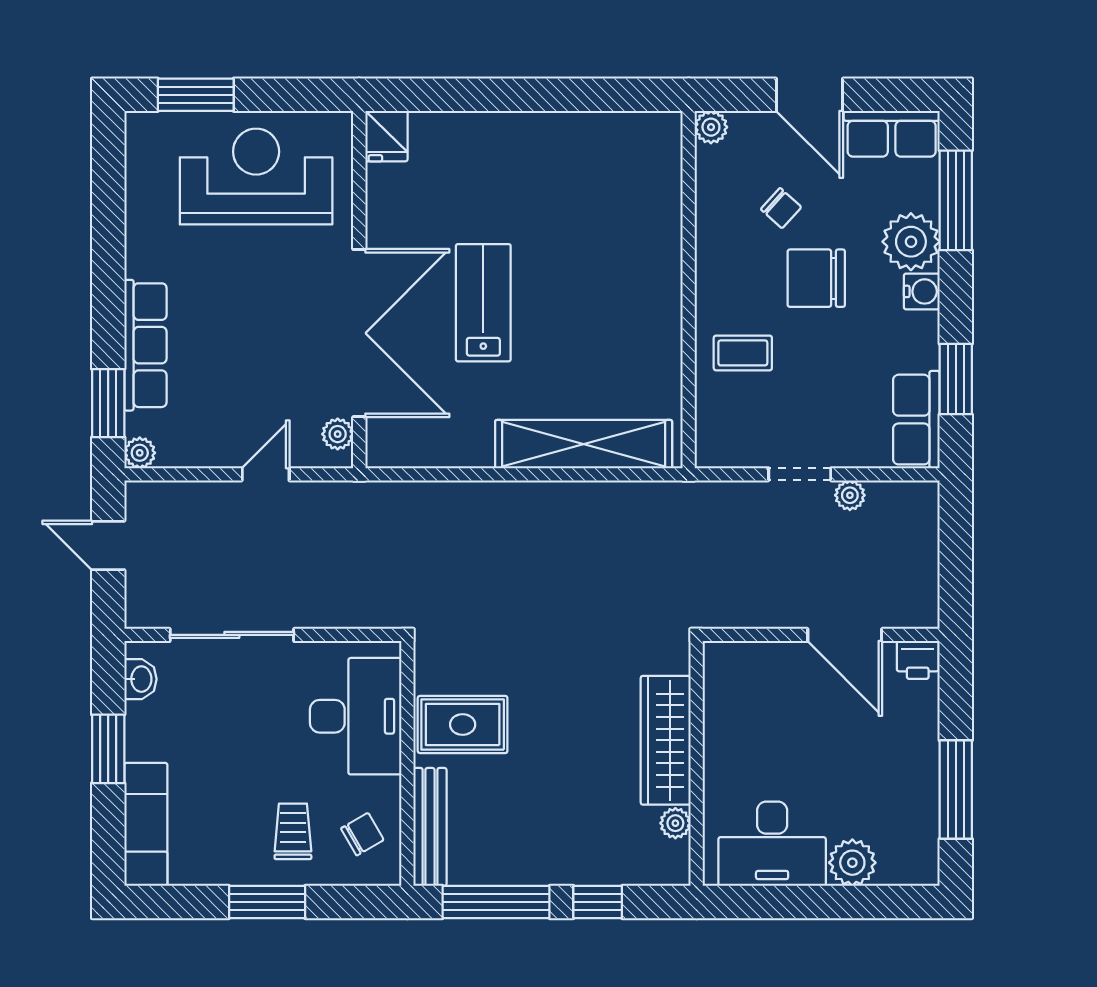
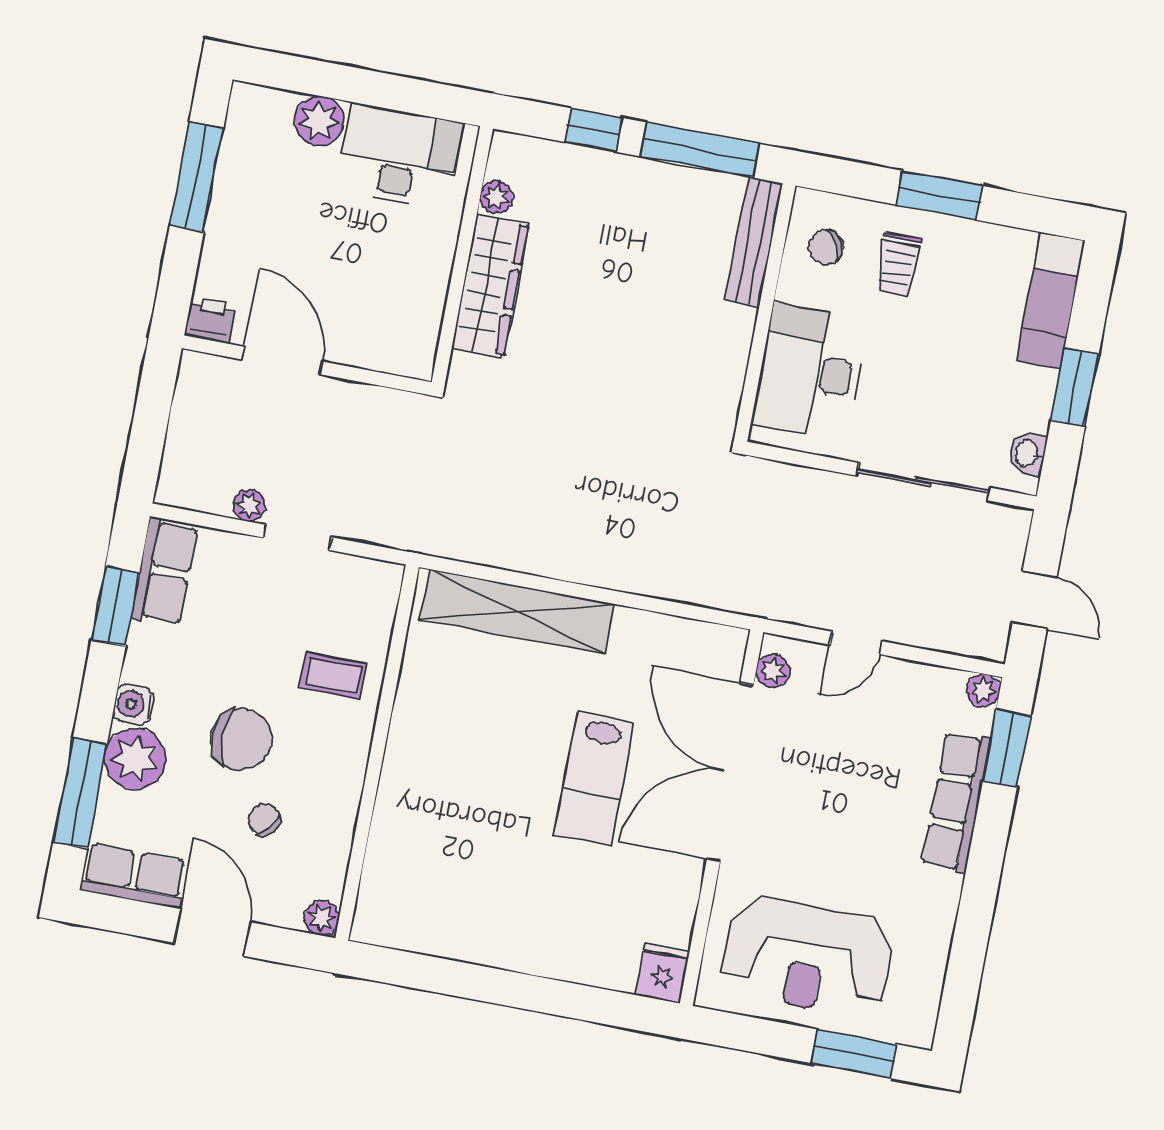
rug: (463, 725) -> (699, 342), removed

